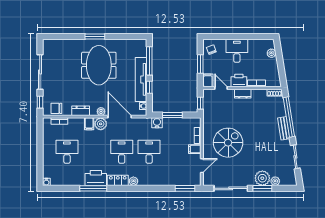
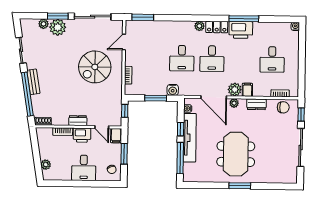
filing cabinet: (195, 149) -> (132, 60), removed

